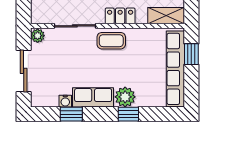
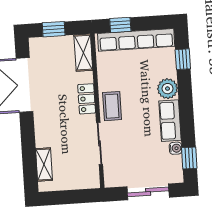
plant: (38, 36) -> (112, 180), removed
window: (71, 114) -> (189, 158), moved
window: (128, 114) -> (183, 59), moved

